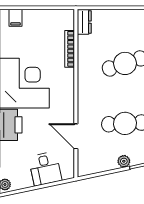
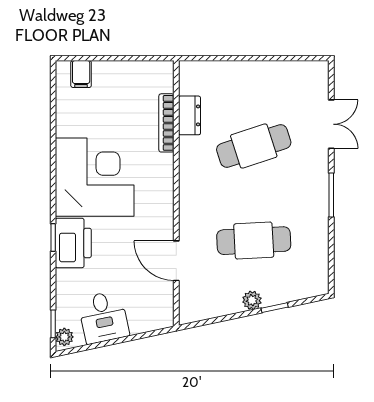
dresser: (84, 22) -> (189, 115), moved
desk: (45, 169) -> (103, 317), moved

